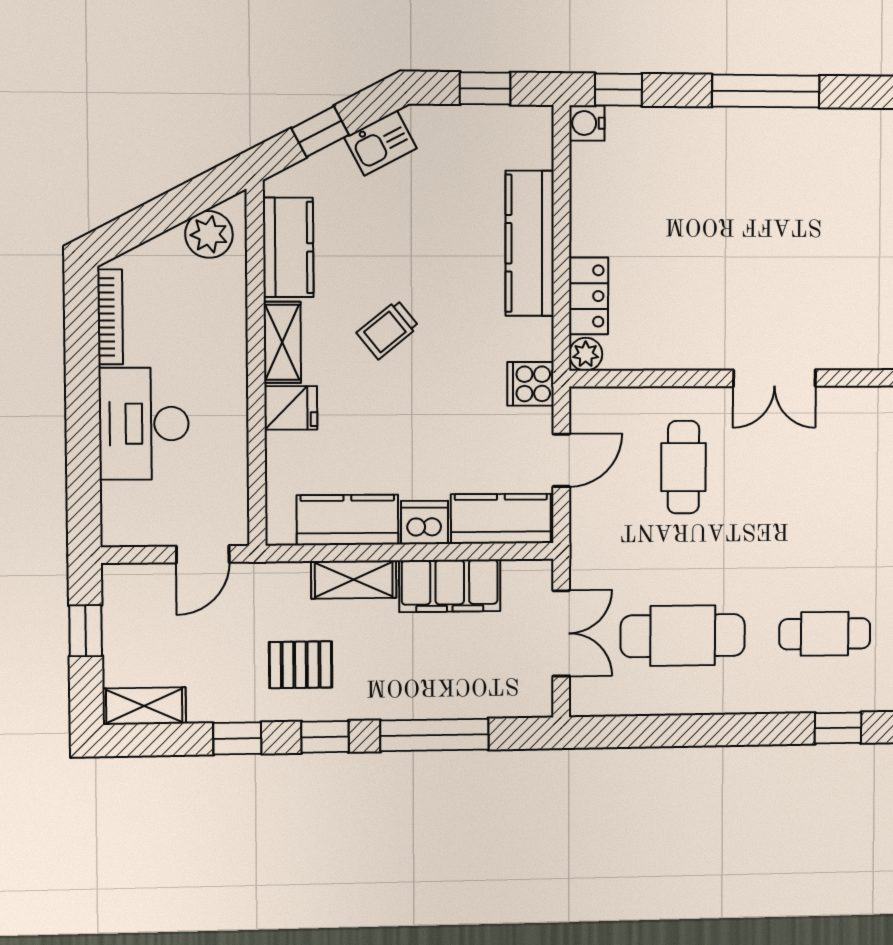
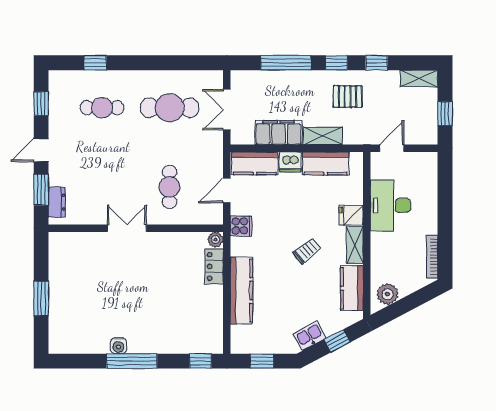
water cooler: (587, 123) -> (118, 346), moved, turned 90
desk: (144, 424) -> (390, 205), moved, turned 180

